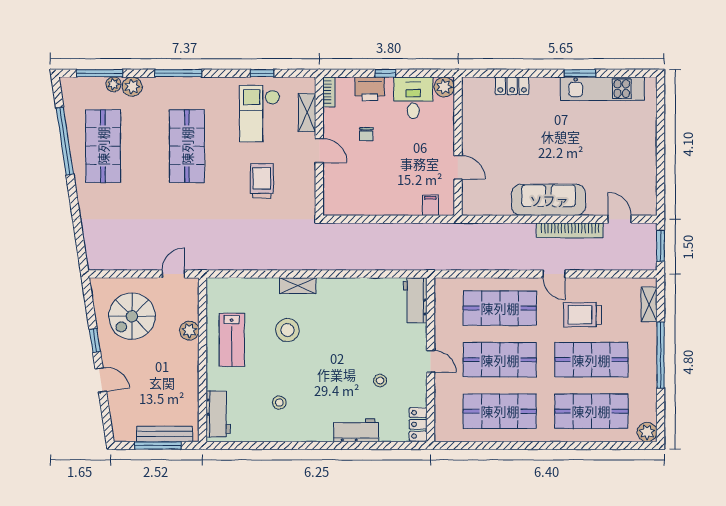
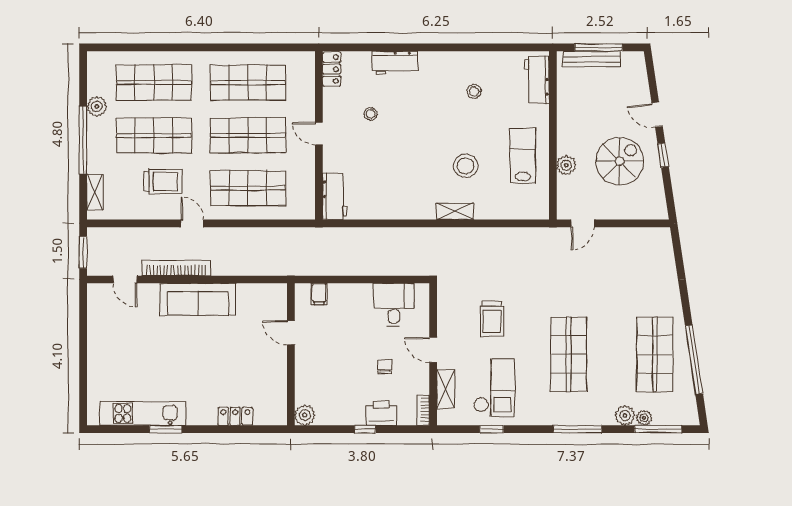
desk: (413, 98) -> (394, 305), moved, turned 180
spiral stairs: (132, 316) -> (620, 161), moved
plant: (647, 432) -> (97, 106), moved

